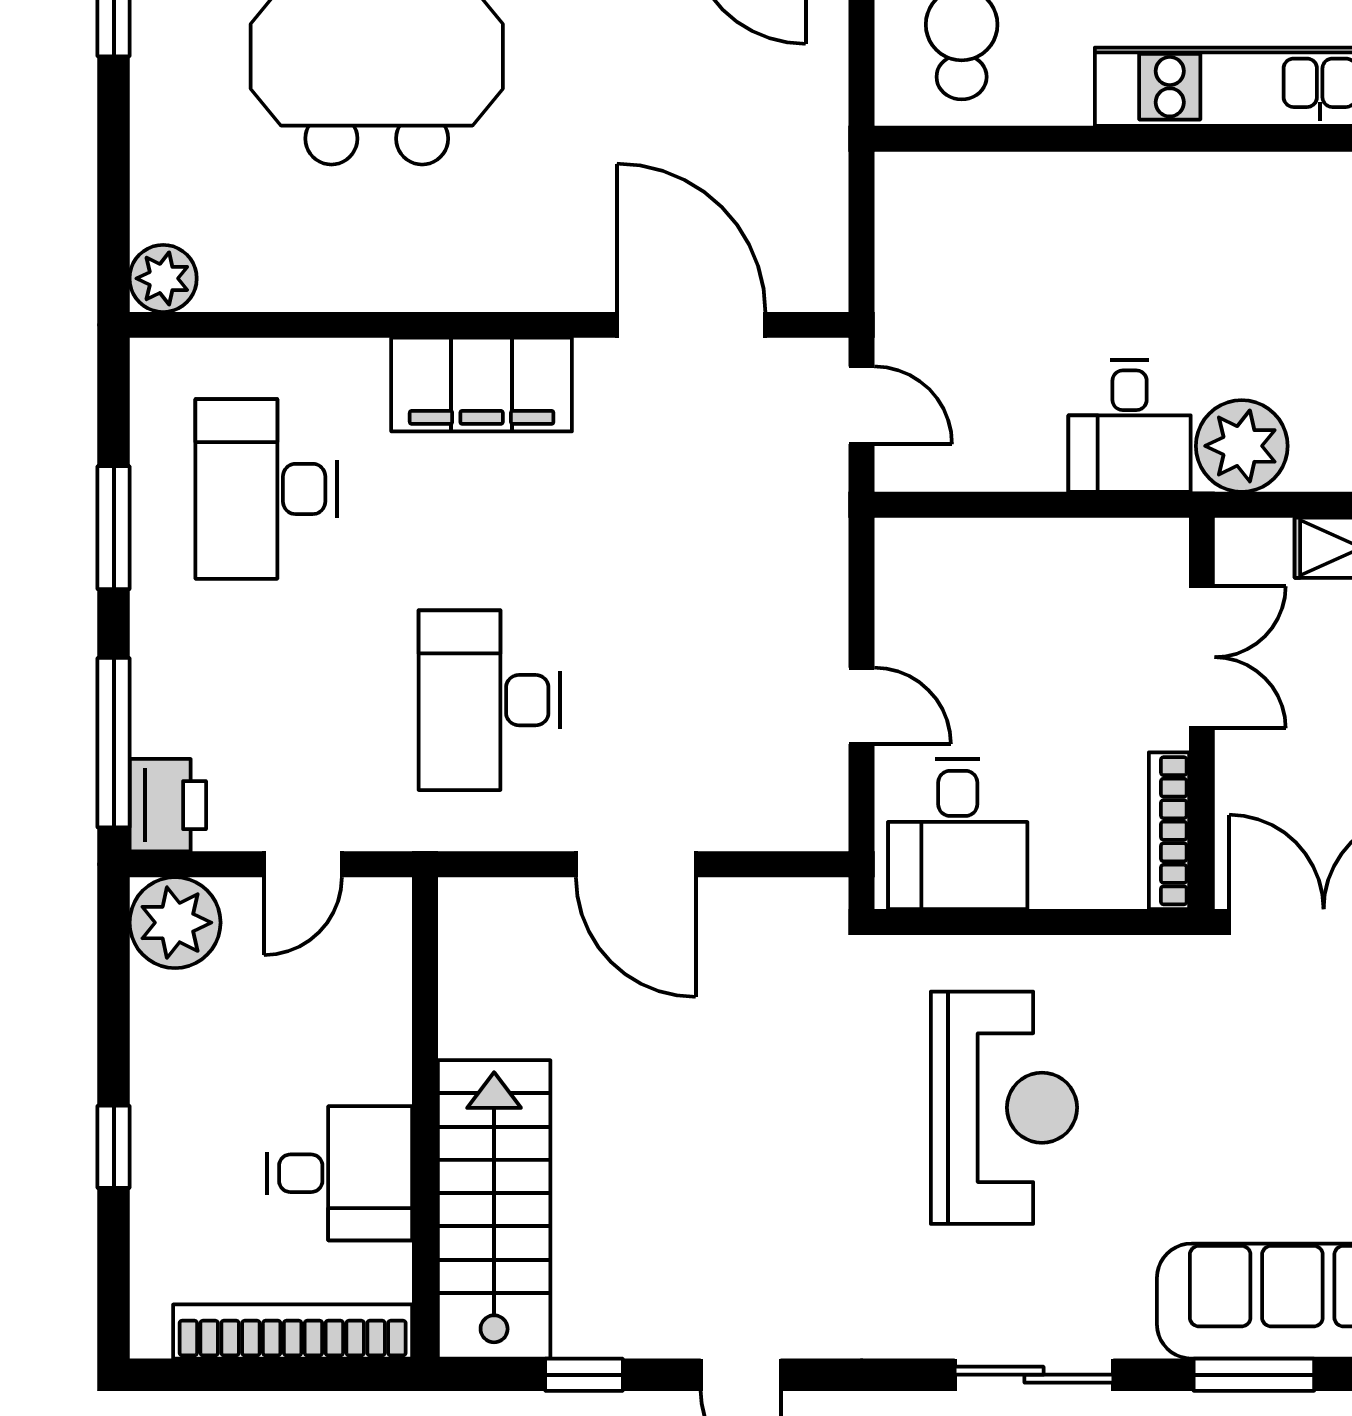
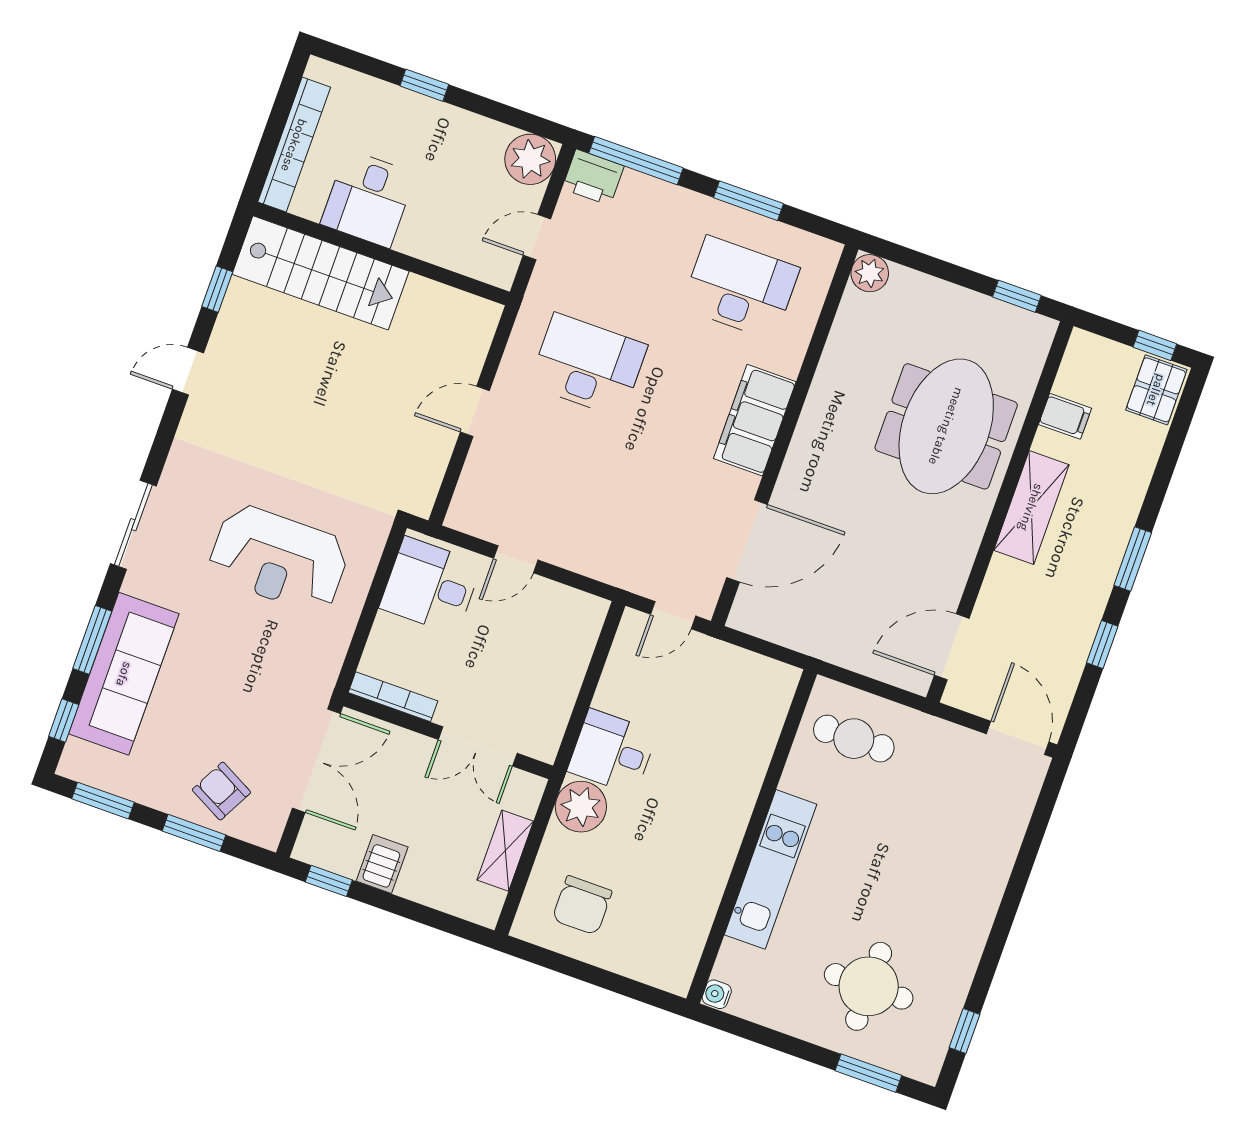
door: (303, 864) -> (537, 237), hinge flipped
door: (636, 864) -> (475, 411), width x0.73

